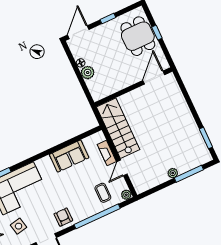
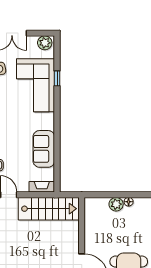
fireplace: (107, 153) -> (42, 187), moved

